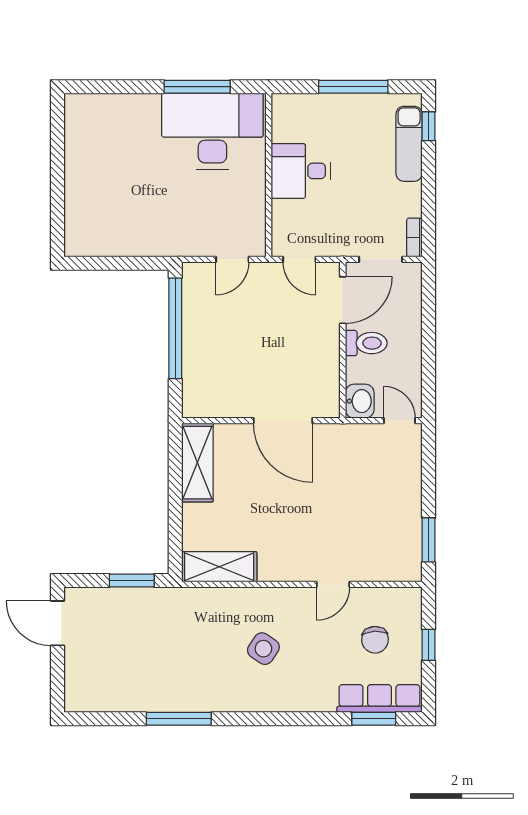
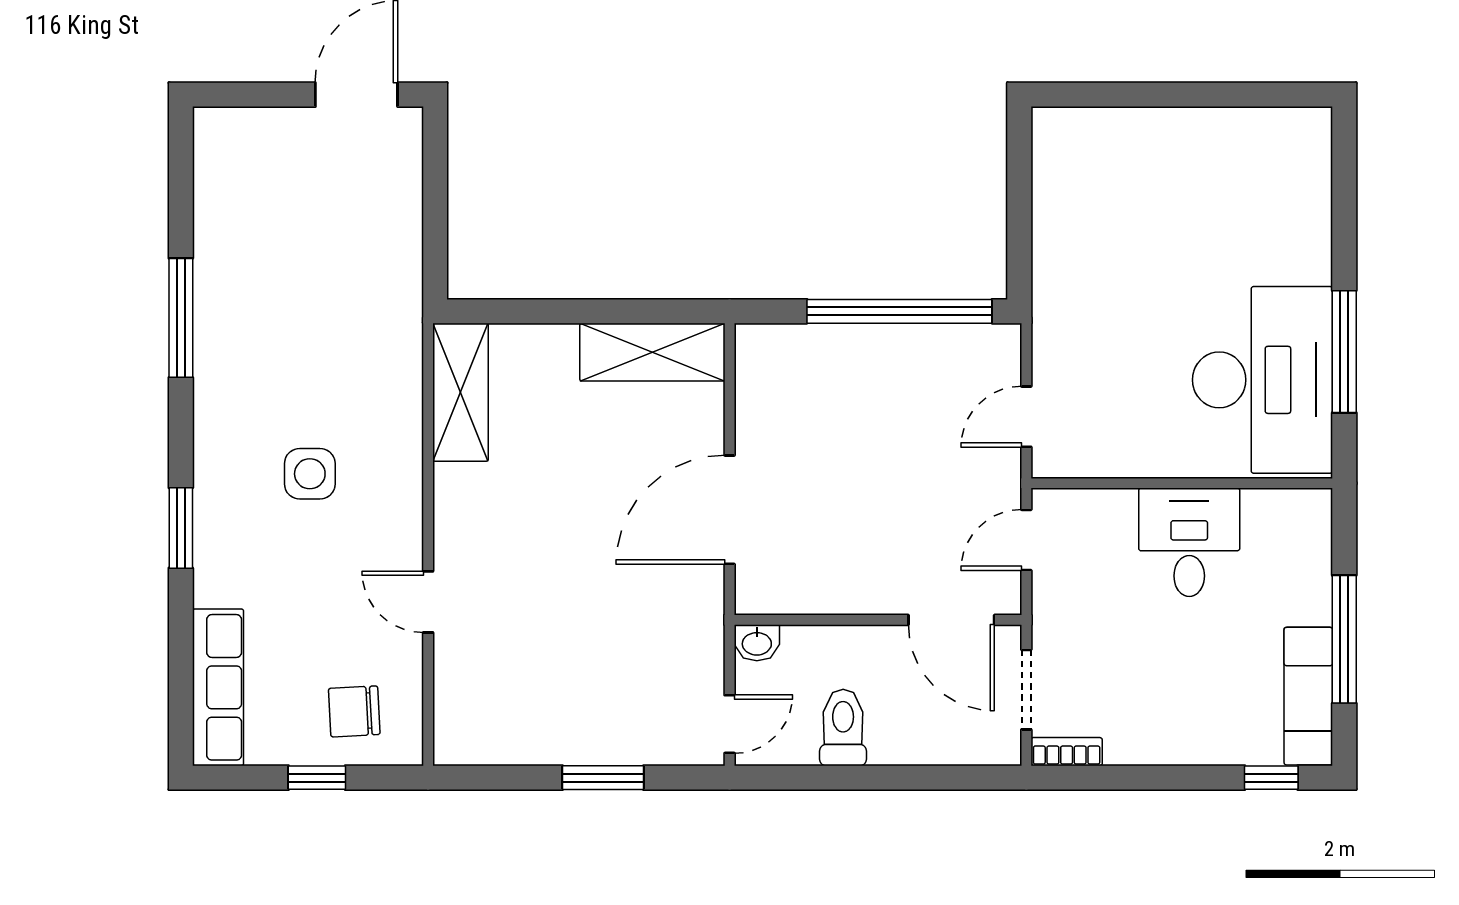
exam couch: (409, 144) -> (1308, 696), moved, turned -90
door: (232, 259) -> (1026, 417), hinge flipped
toilet: (366, 343) -> (843, 728), moved, turned 180
washbasin: (360, 401) -> (757, 643), width x0.72, depth x0.69
window: (429, 540) -> (603, 778), moved
window: (132, 581) -> (435, 231), removed
chair: (375, 640) -> (354, 711), moved
side table: (263, 649) -> (310, 474), turned -34
window: (374, 719) -> (181, 528), moved

